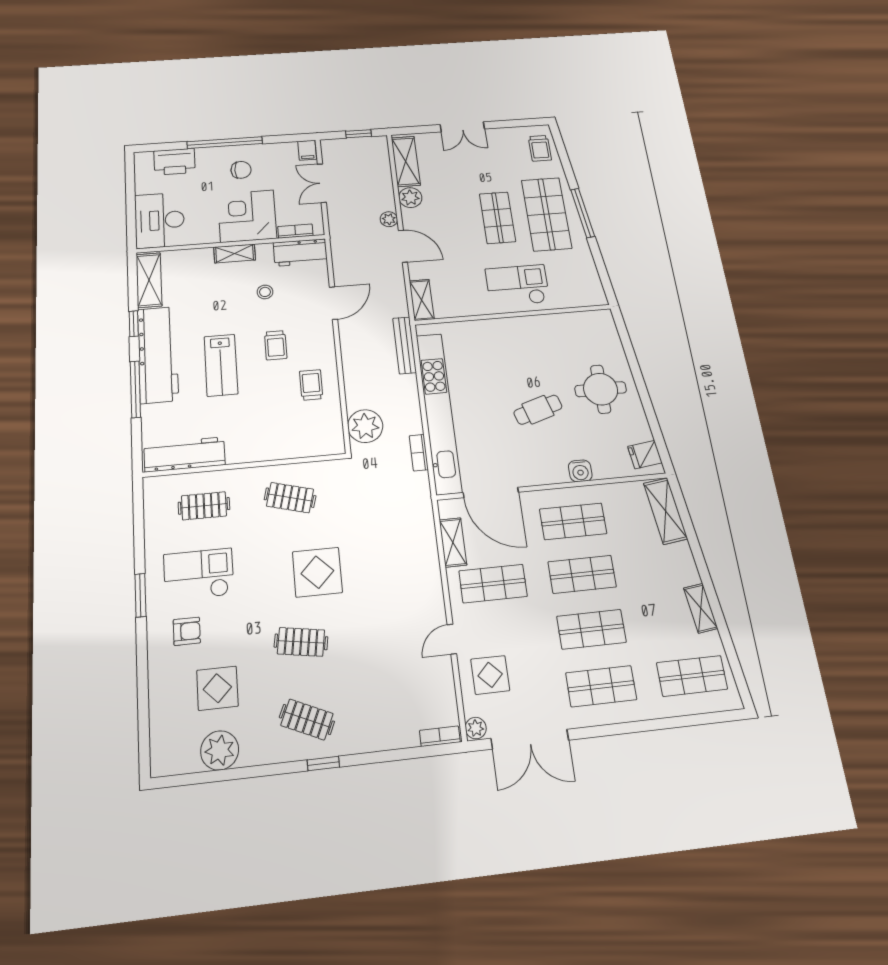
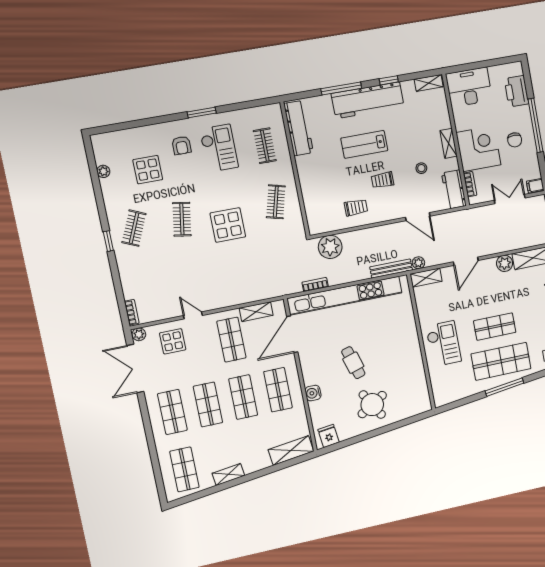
plant: (389, 219) -> (418, 263), moved
shelving: (149, 280) -> (429, 83), width x0.67, depth x0.75
round table: (601, 389) -> (372, 405), turned -31
plant: (220, 750) -> (103, 171), width x0.53, depth x0.53

